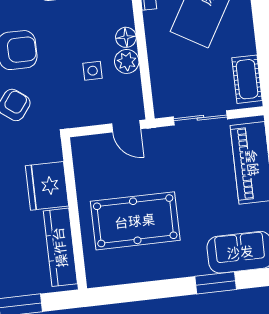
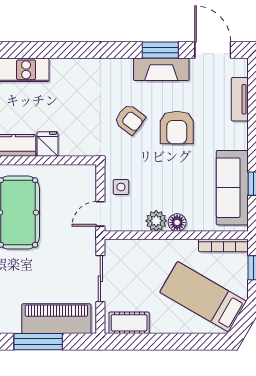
side table: (93, 71) -> (121, 187), moved
fridge: (47, 186) -> (48, 144), width x0.53, depth x0.75

